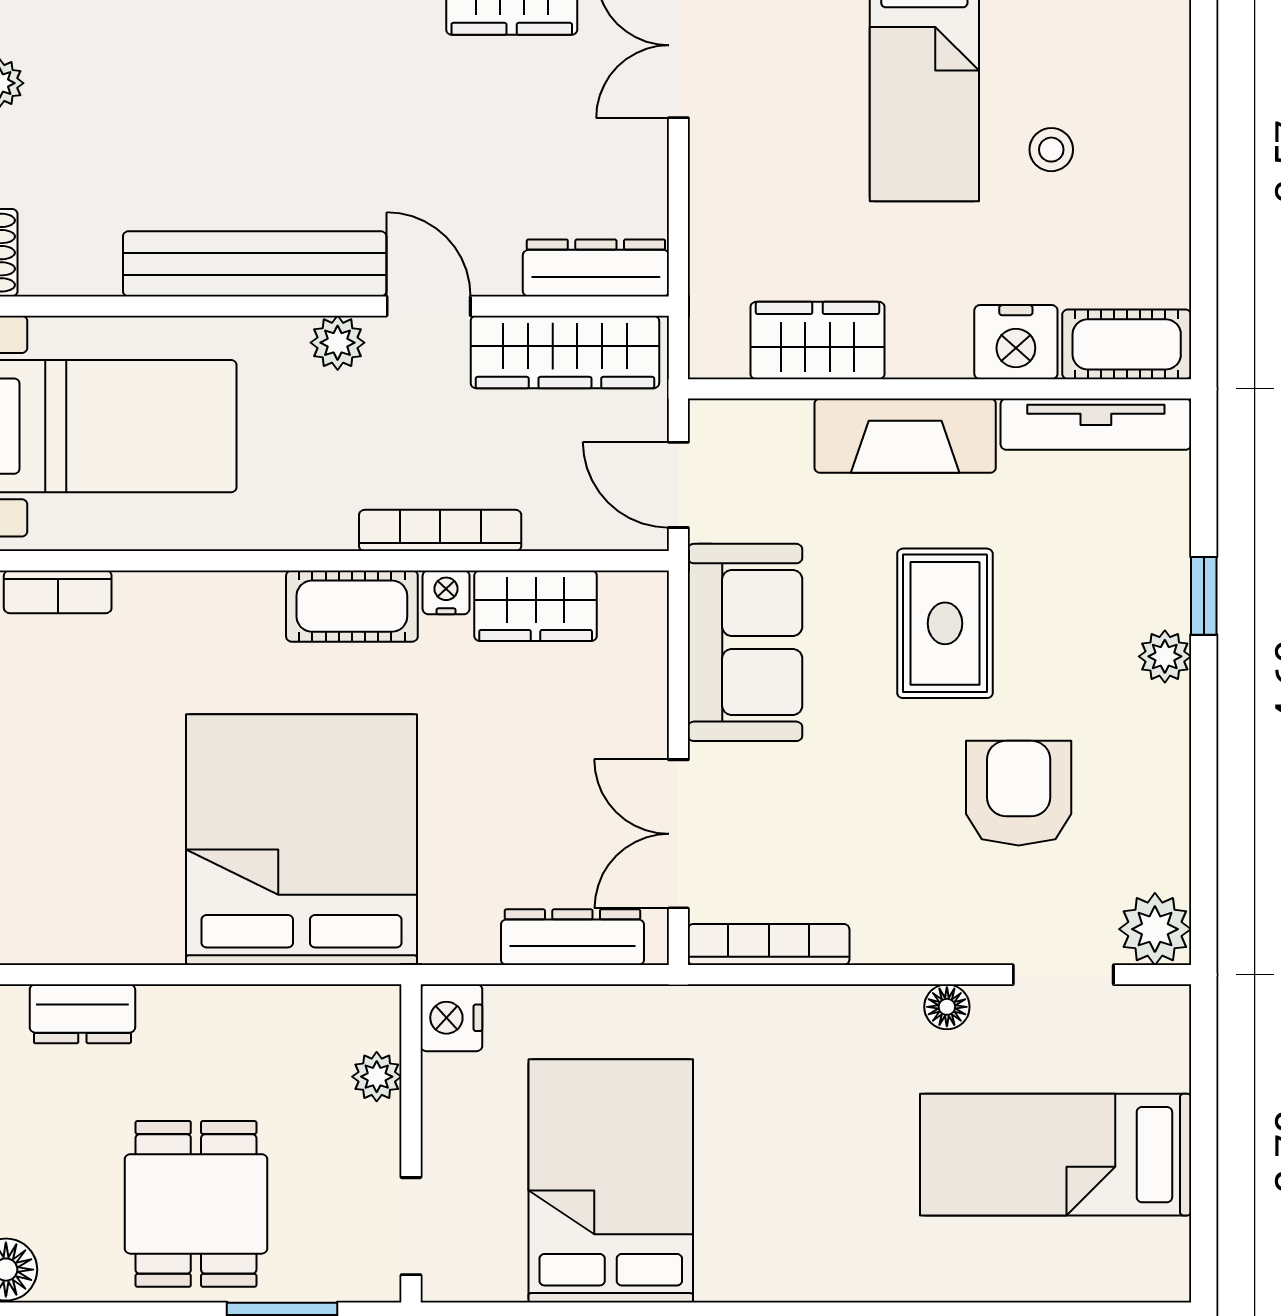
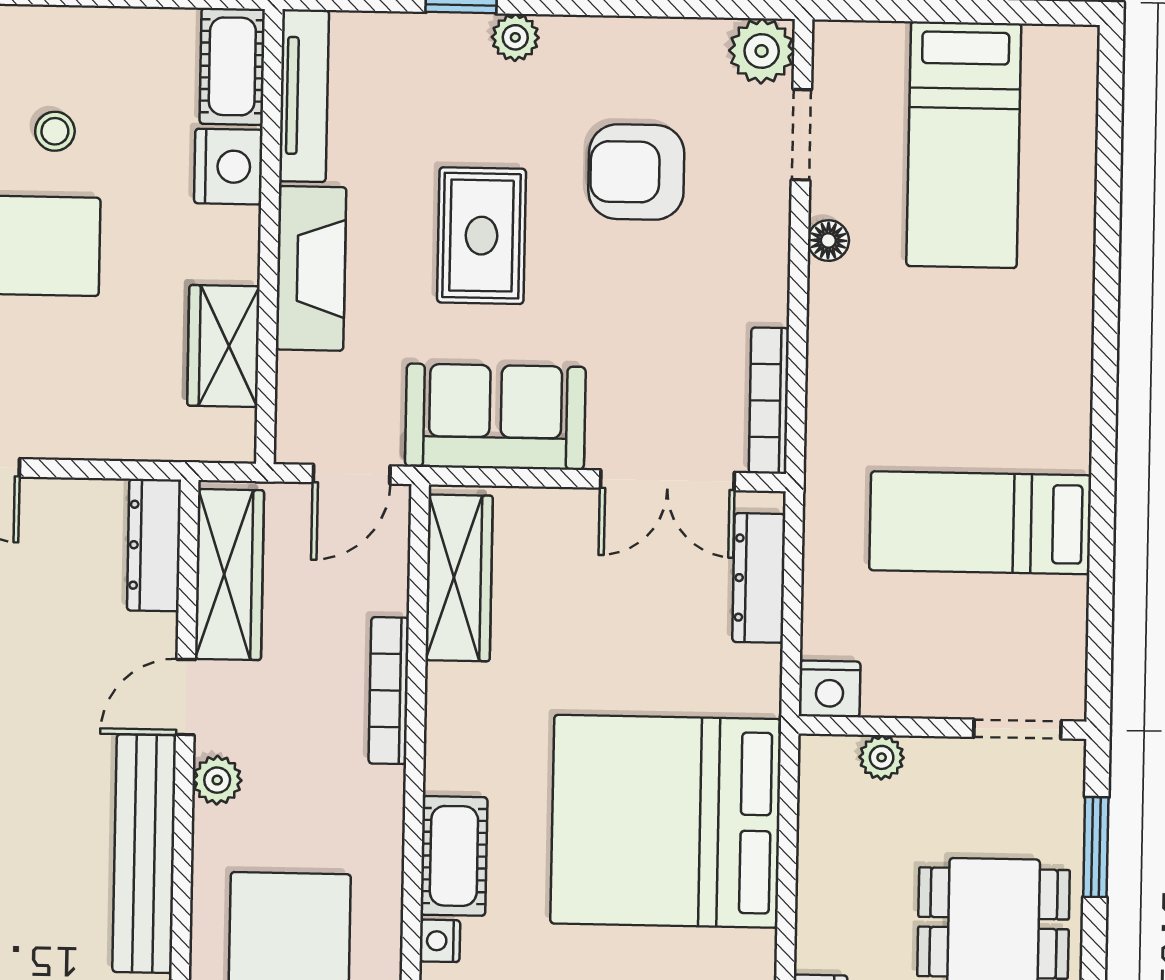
nightstand: (446, 592) -> (440, 941), moved
cot: (352, 606) -> (454, 856), moved
wardrobe: (536, 606) -> (459, 578), width x1.50
rug: (945, 623) -> (482, 236), turned 90
bed: (611, 1181) -> (980, 523), width x0.67

